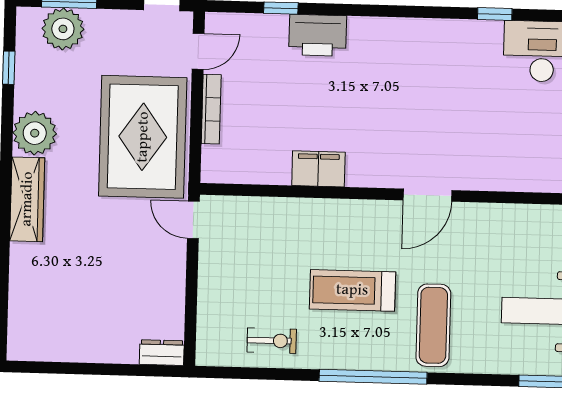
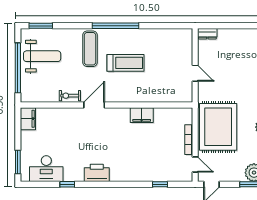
printer: (318, 35) -> (97, 173), moved
door: (198, 51) -> (195, 165), swing flipped
door: (193, 220) -> (195, 73), moved
exercise bike: (272, 341) -> (70, 96), moved

